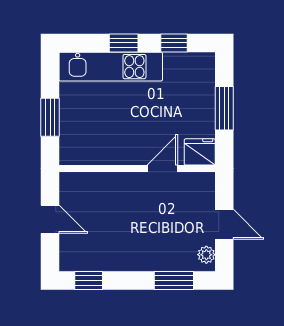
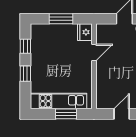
kitchen unit: (111, 67) -> (58, 101), moved, turned -90
door: (162, 169) -> (94, 53), swing flipped

